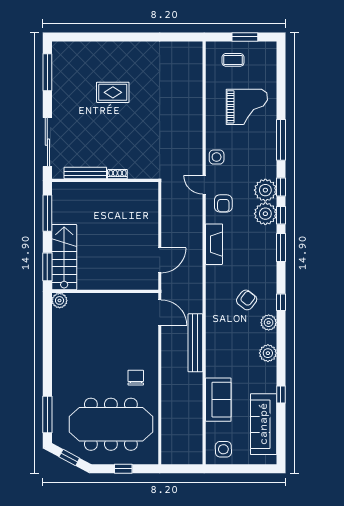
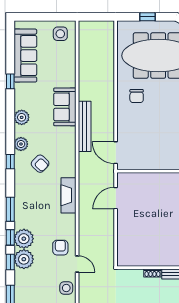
fireplace: (214, 244) -> (68, 195), moved
armchair: (247, 300) -> (40, 164), turned -84
sofa: (218, 400) -> (65, 107), moved

